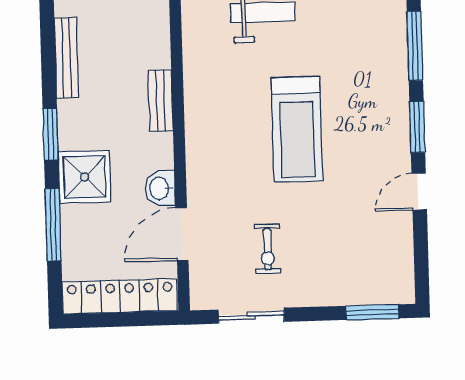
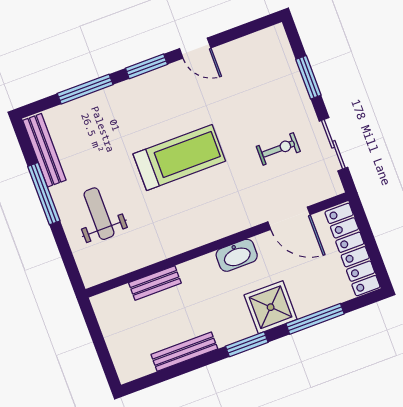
bench: (161, 100) -> (155, 283), moved
washbasin: (160, 188) -> (237, 255), moved, width x1.38
window: (372, 312) -> (308, 77), moved

